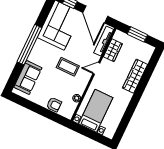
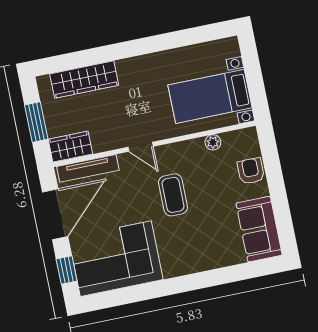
window: (29, 45) -> (184, 284), removed
wardrobe: (113, 50) -> (70, 147), moved
wardrobe: (135, 76) -> (84, 80), moved
sofa: (28, 77) -> (259, 229), moved, turned -90

